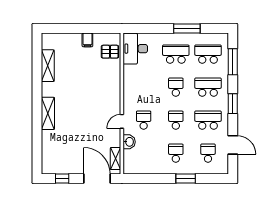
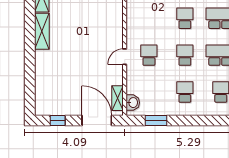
shelving: (48, 113) -> (42, 31), moved
washbasin: (129, 142) -> (133, 103), moved
window: (186, 179) -> (156, 121), moved

